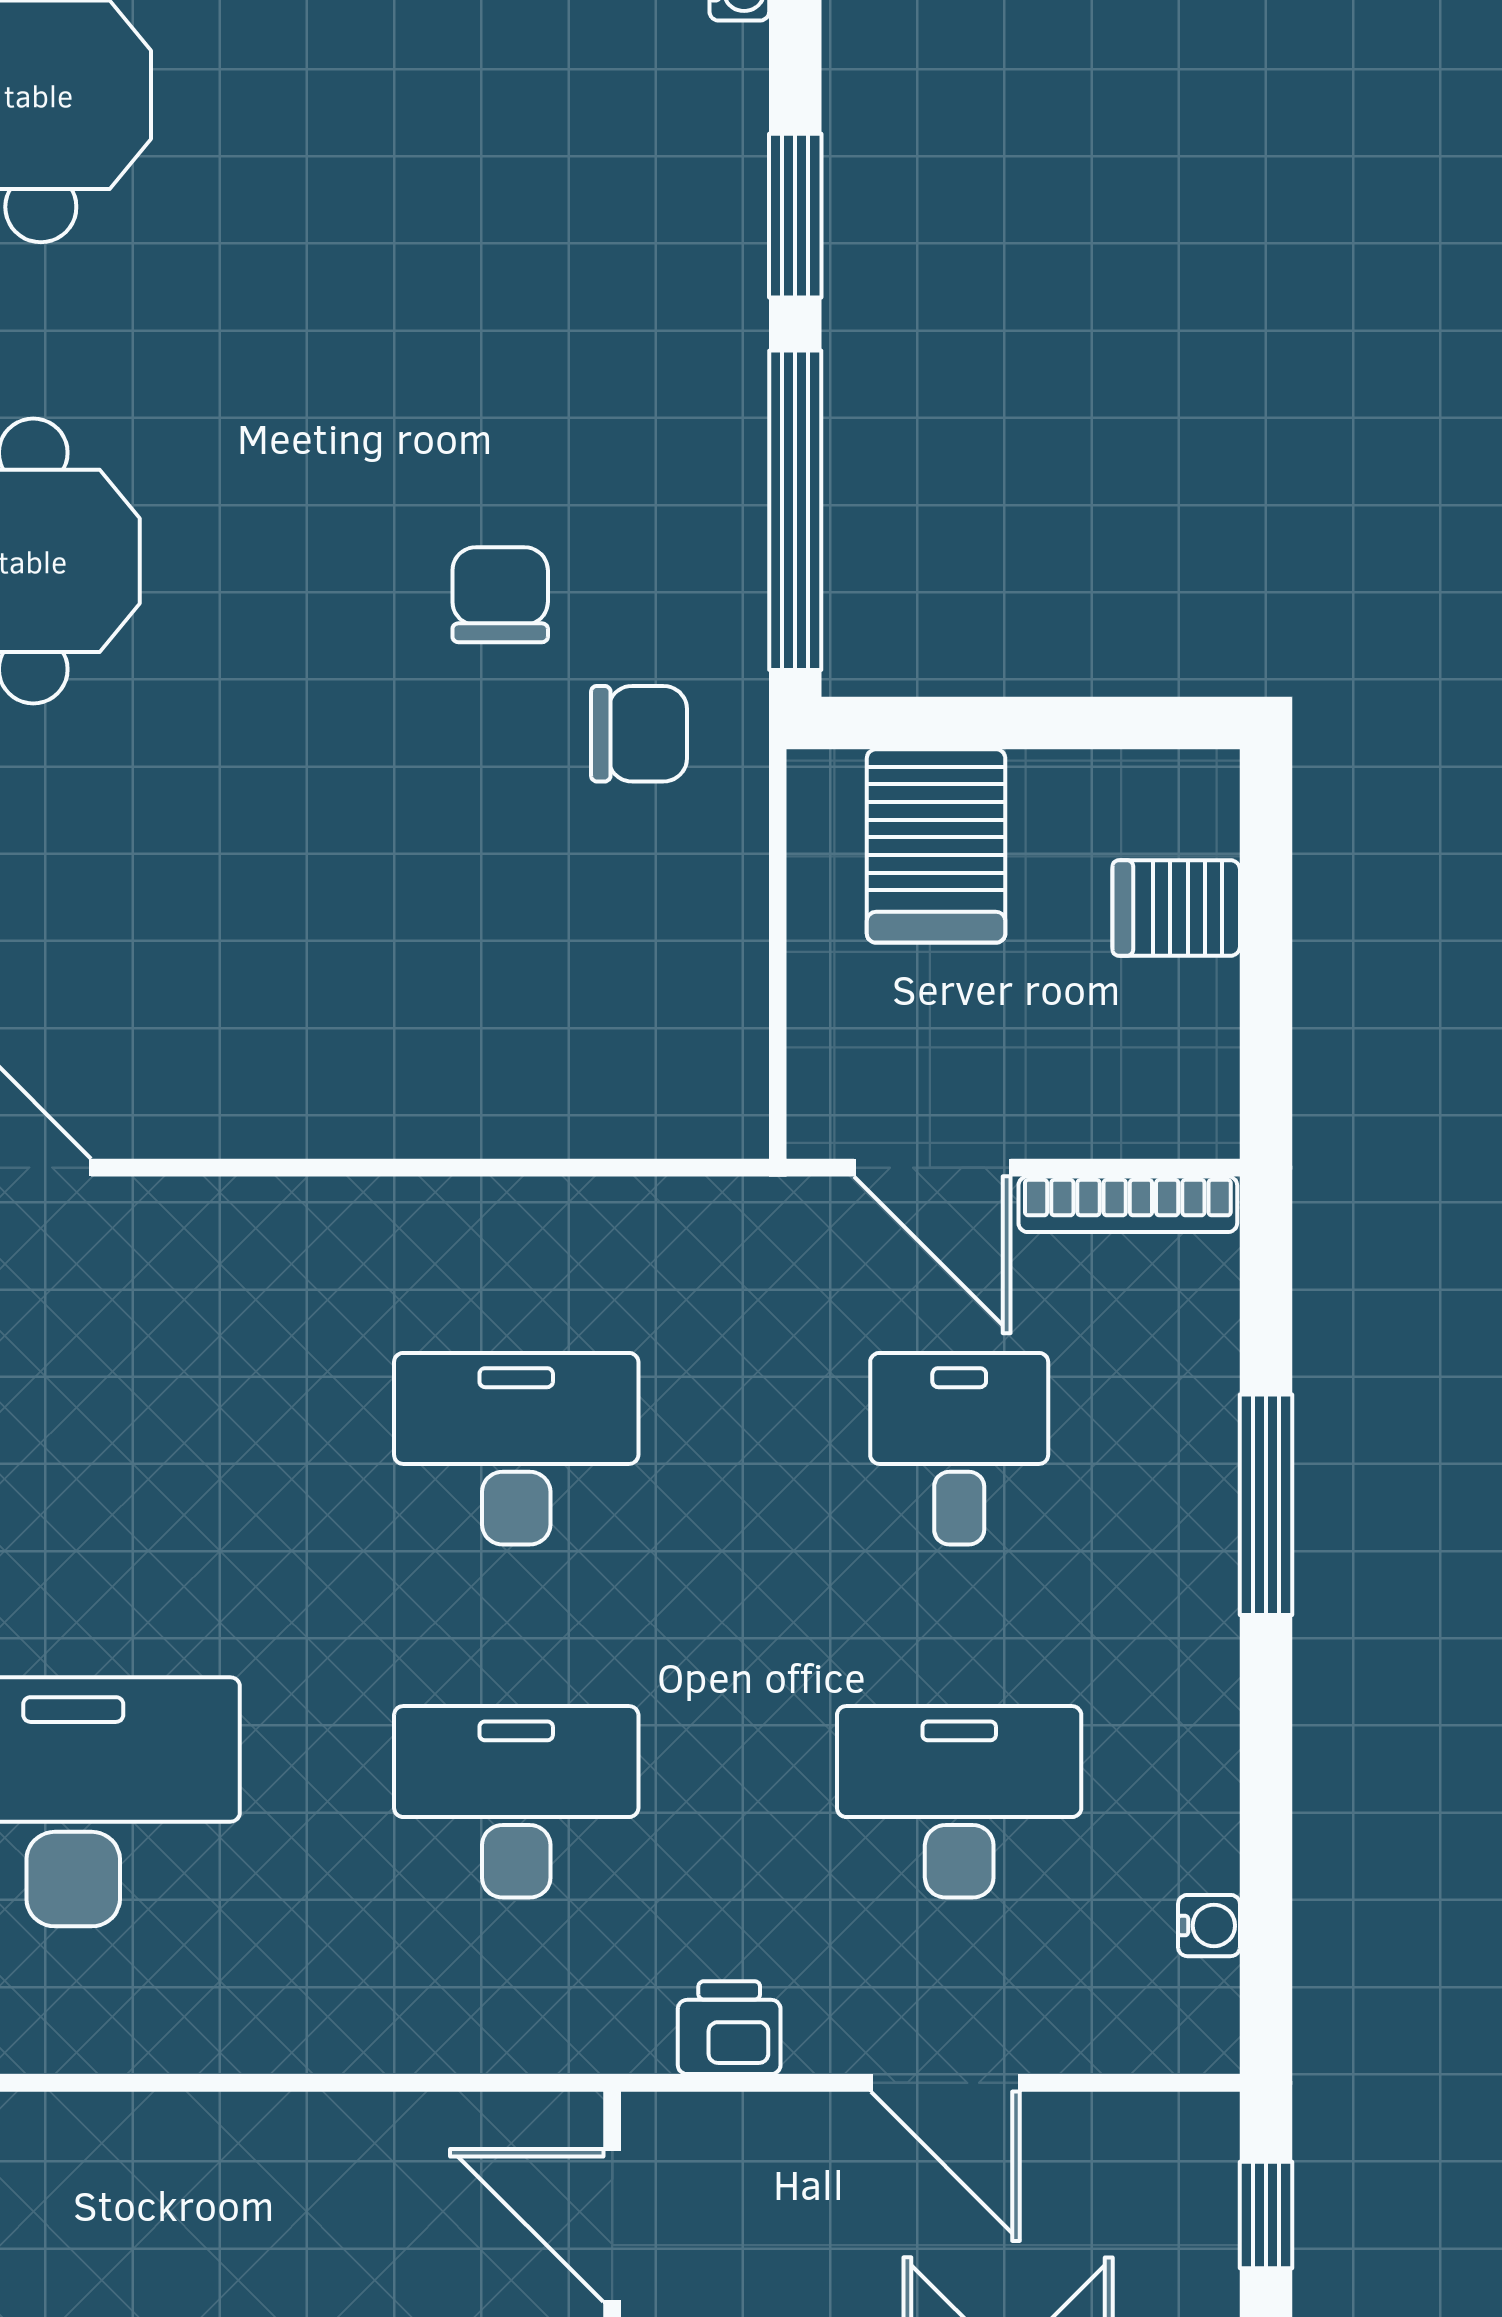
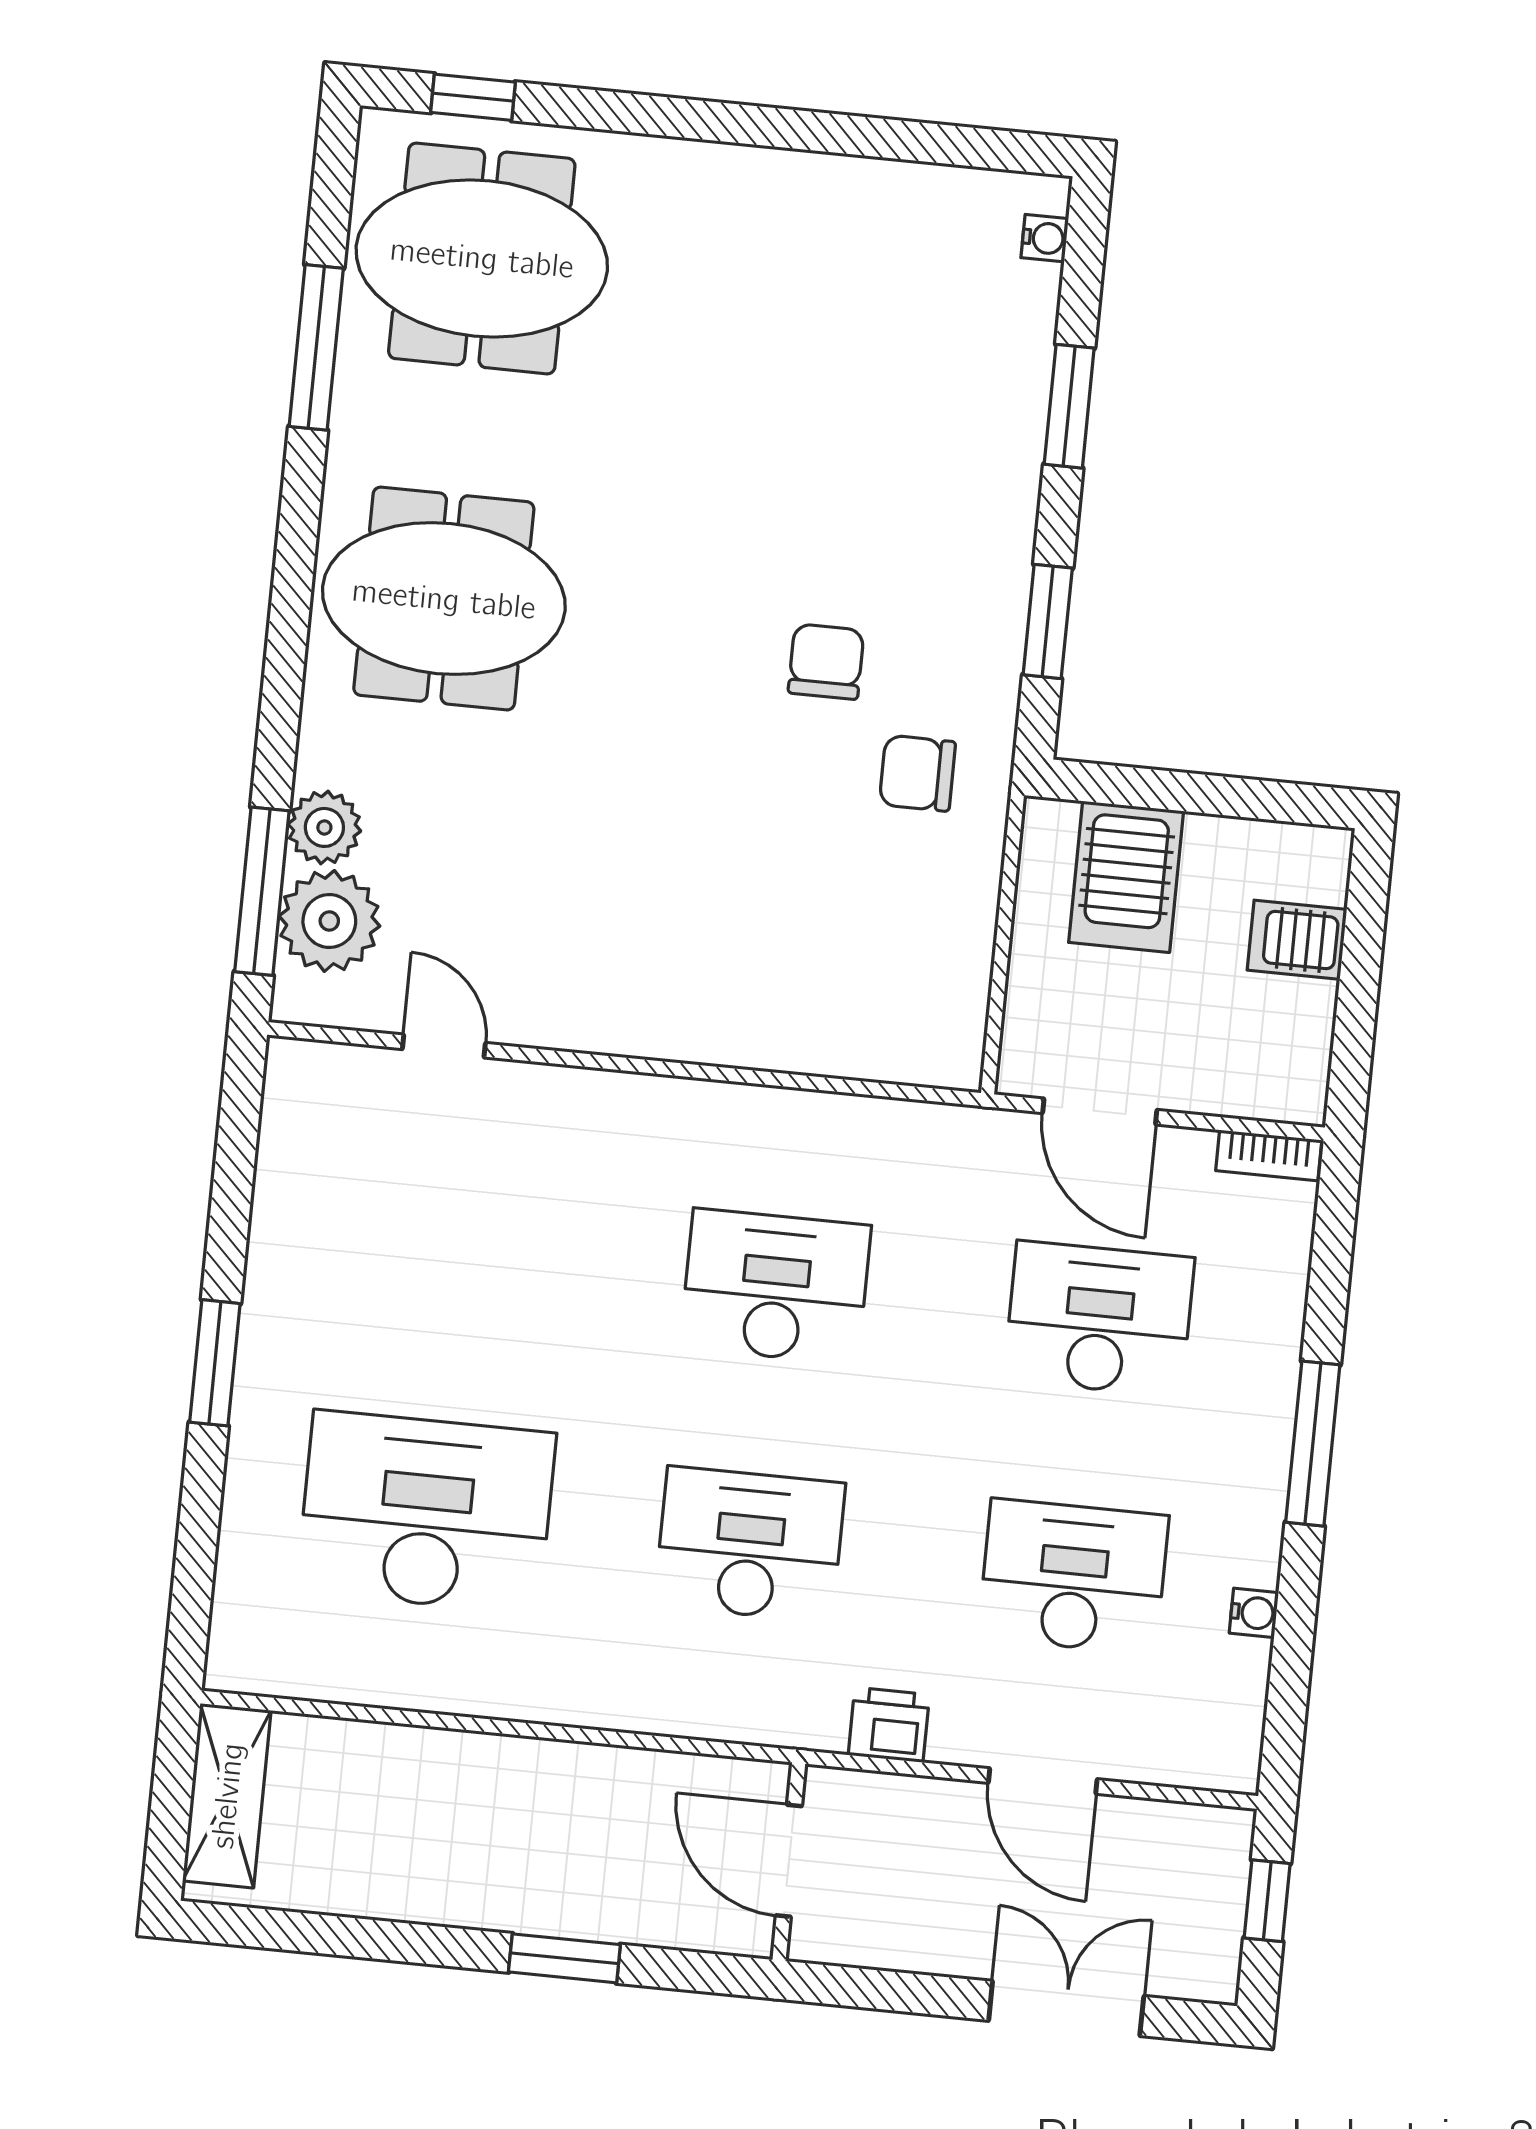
window: (795, 510) -> (1048, 621), width x0.47
chair: (639, 734) -> (917, 773), turned 180
bookcase: (1128, 1204) -> (1269, 1155), width x0.64
desk: (959, 1449) -> (1099, 1319), width x1.37
window: (1266, 1505) -> (1313, 1444), moved
water cooler: (1209, 1926) -> (1254, 1613), moved

